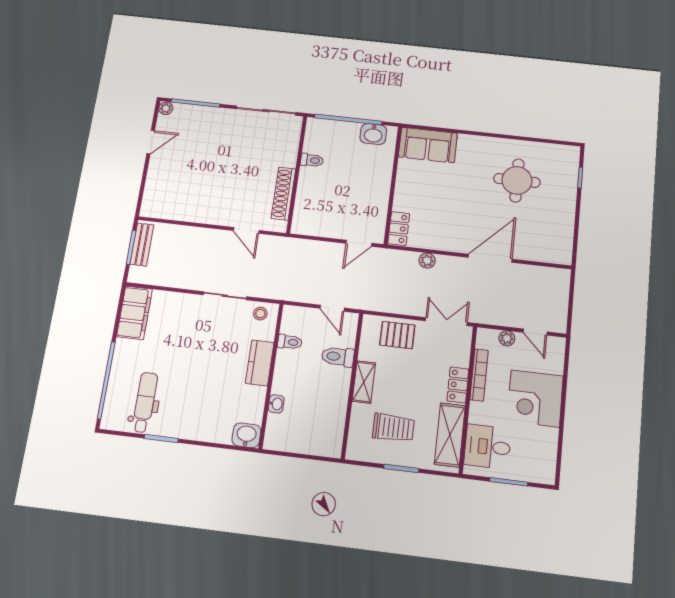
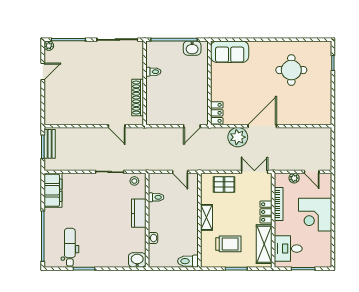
door: (490, 258) -> (262, 126), moved
plant: (427, 261) -> (238, 137), width x1.88, depth x1.88
toilet: (338, 357) -> (188, 261), moved

